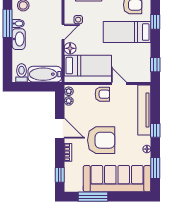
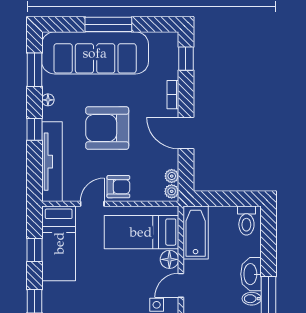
bed: (127, 32) -> (59, 243), moved, turned 90
window: (155, 65) -> (34, 250), moved
bathtub: (45, 74) -> (196, 232), moved, turned -90
door: (119, 83) -> (92, 204), swing flipped
armchair: (102, 94) -> (118, 187), turned 180
armchair: (101, 140) -> (107, 128), moved
window: (93, 197) -> (108, 24), moved

